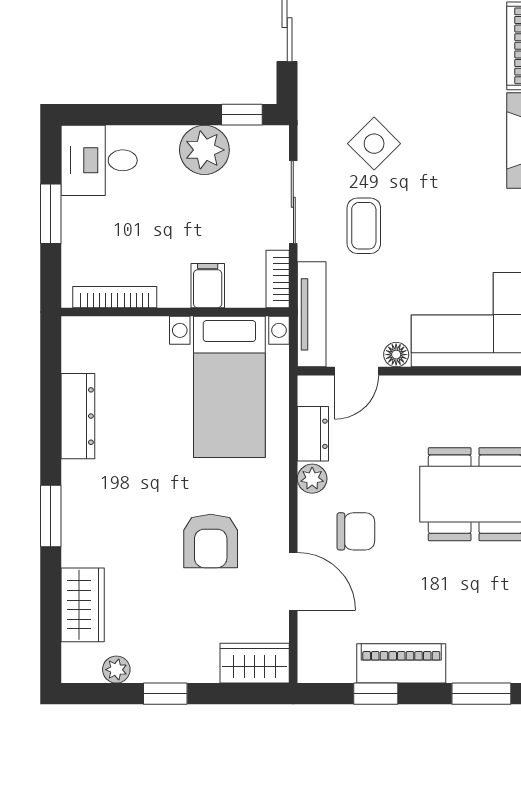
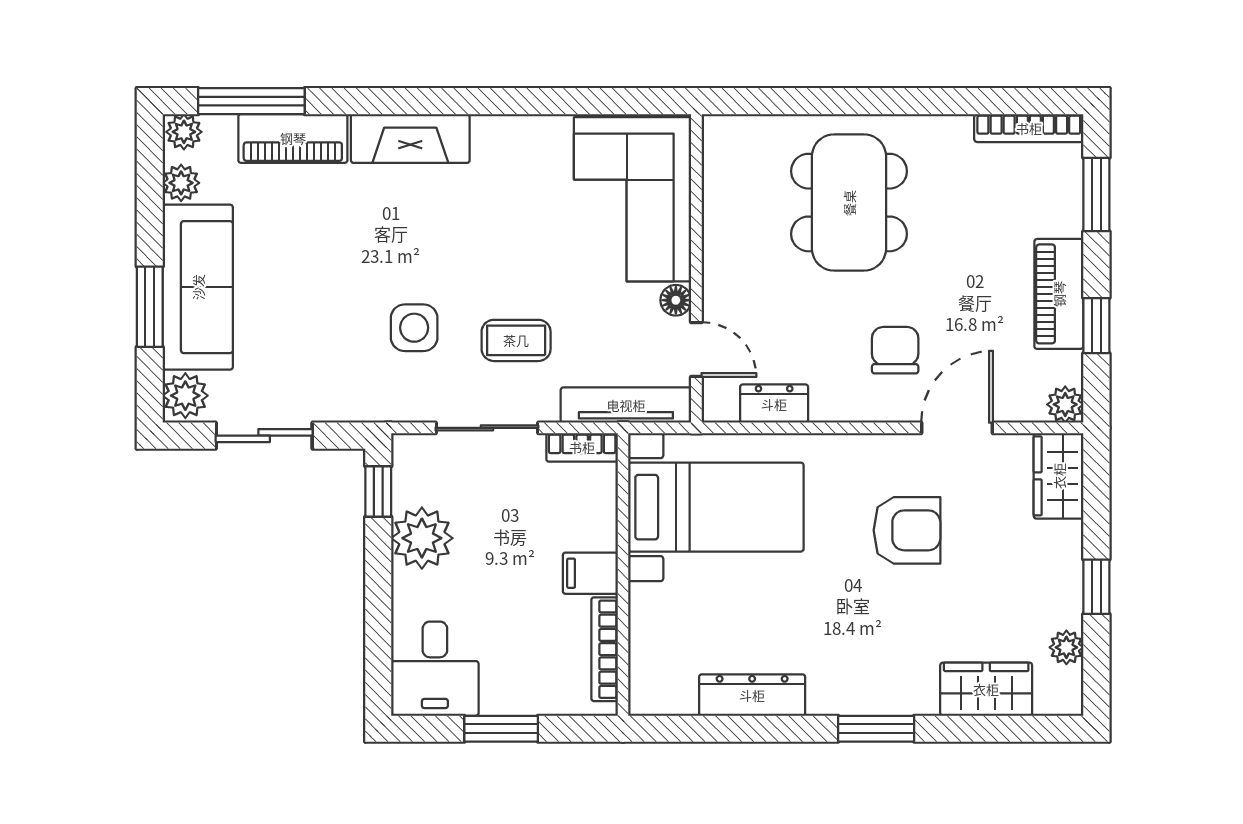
side table: (374, 144) -> (414, 328), turned 45
filing cabinet: (208, 286) -> (590, 573), moved
plant: (312, 479) -> (1065, 404), moved

